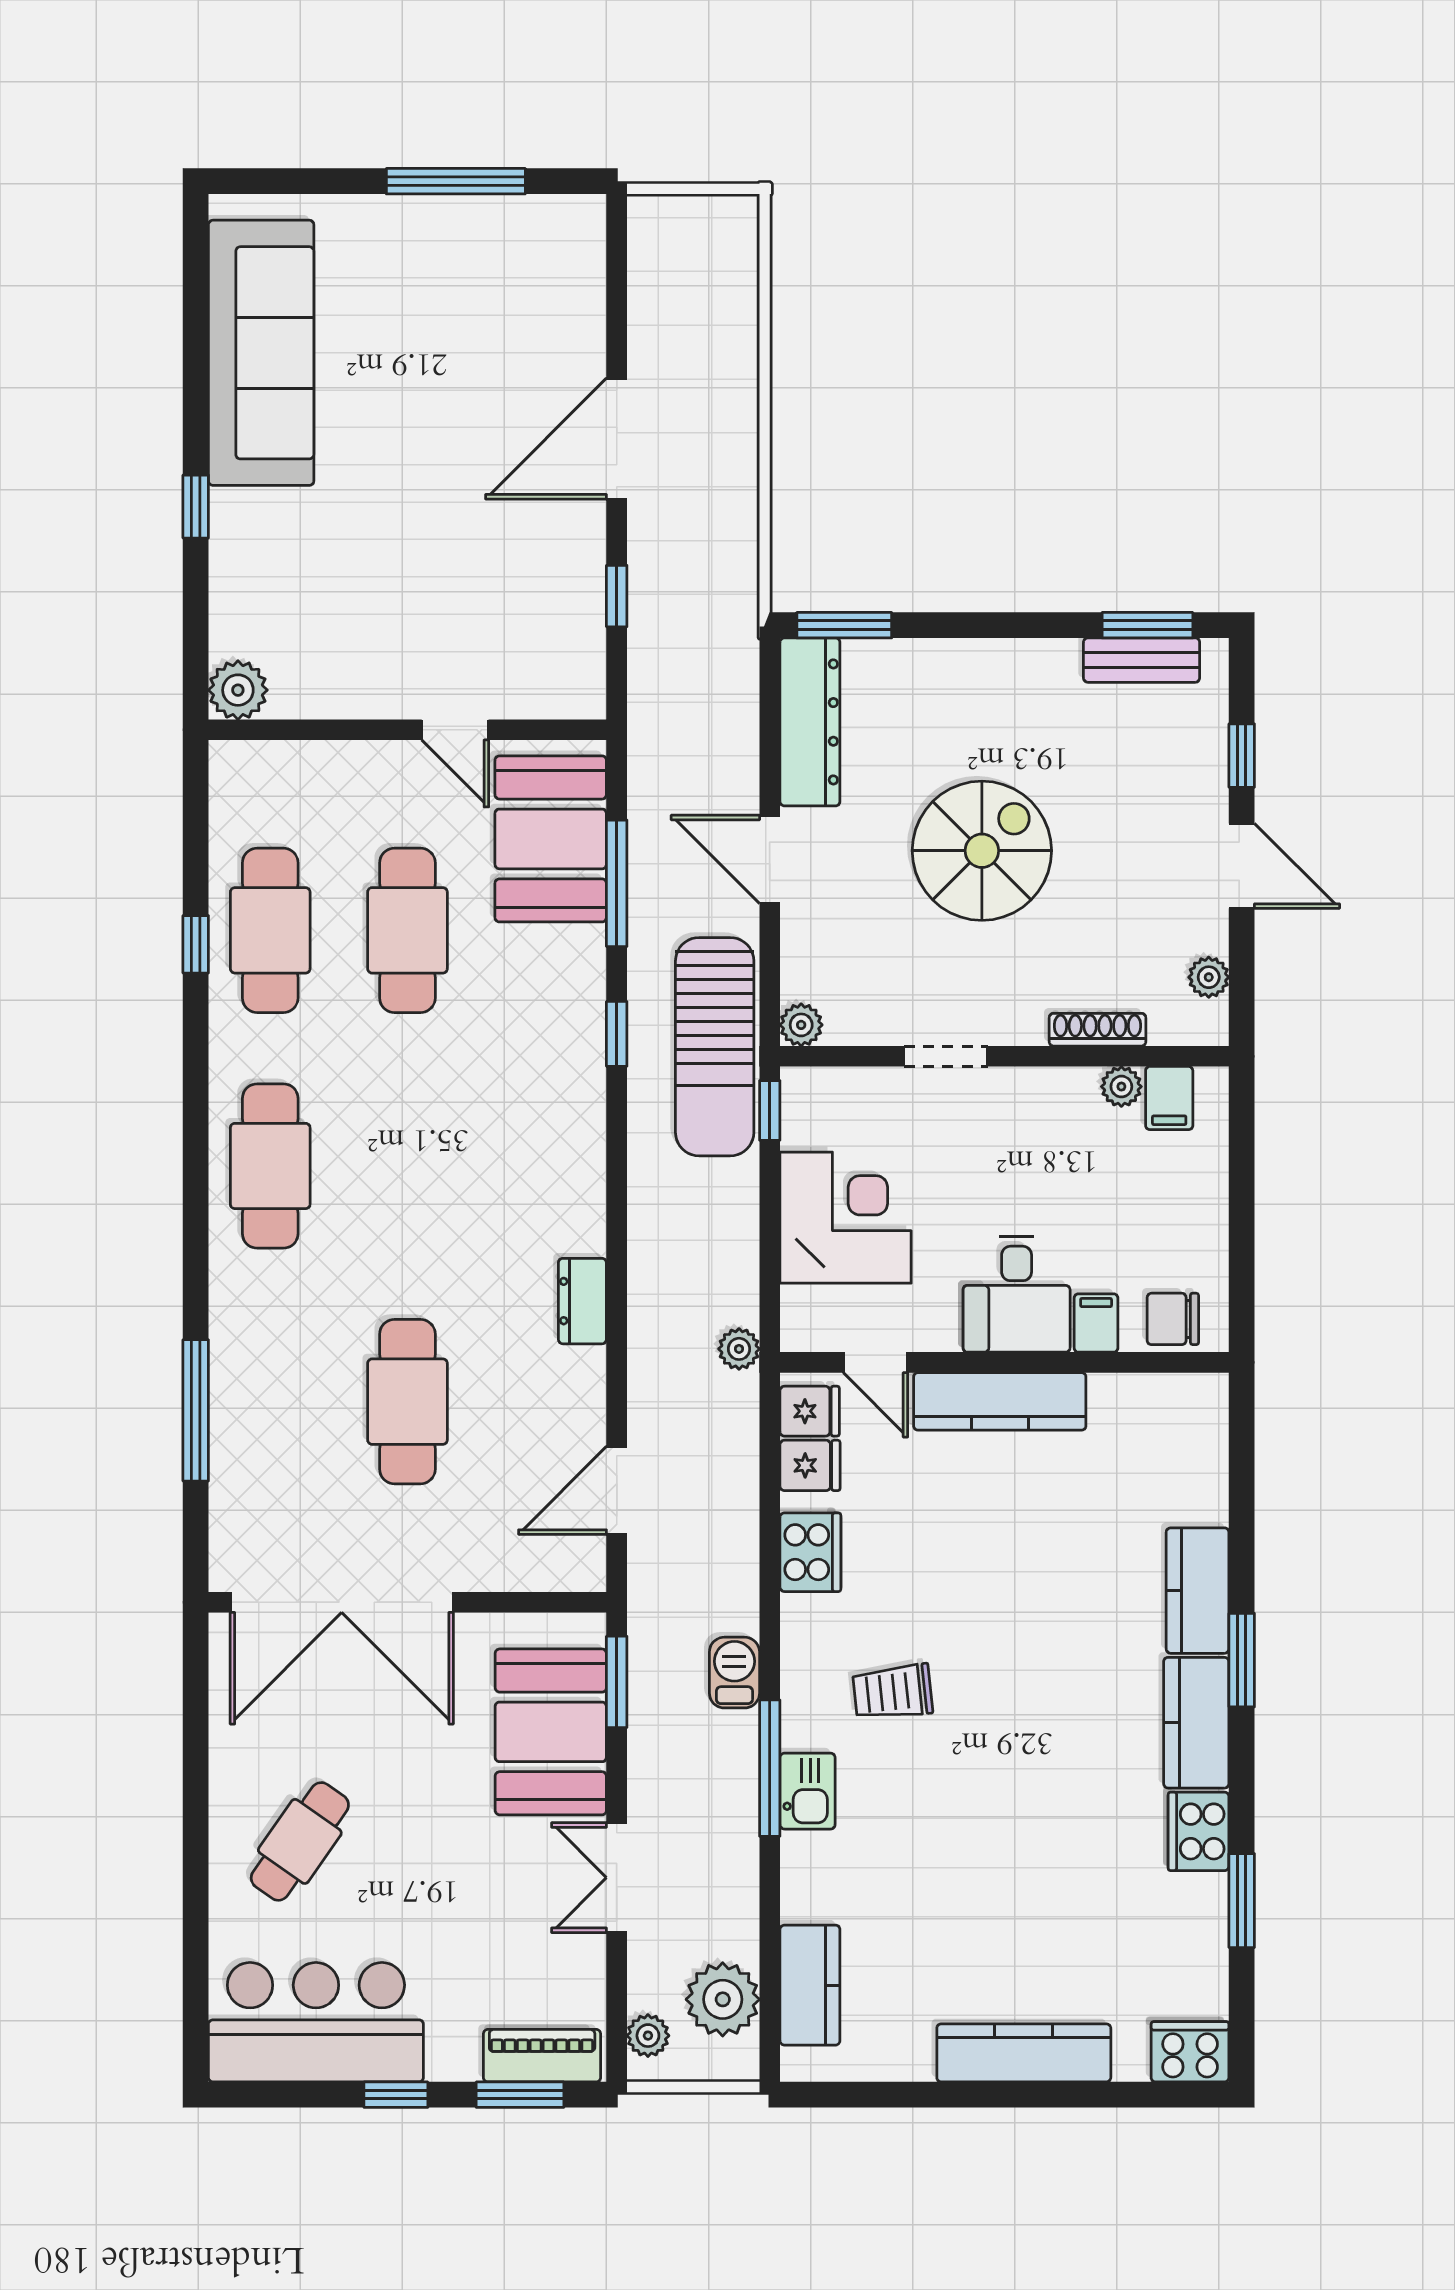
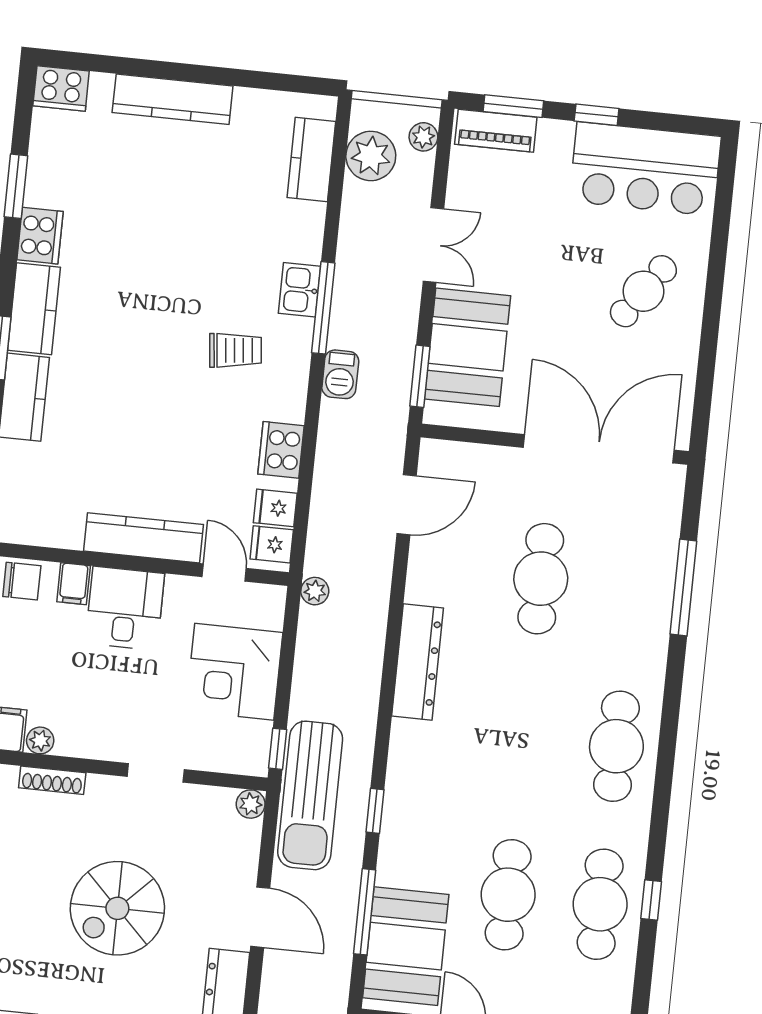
sun lounger: (715, 1047) -> (310, 795), turned 180
dresser: (582, 1301) -> (418, 662), width x1.96, depth x1.24

